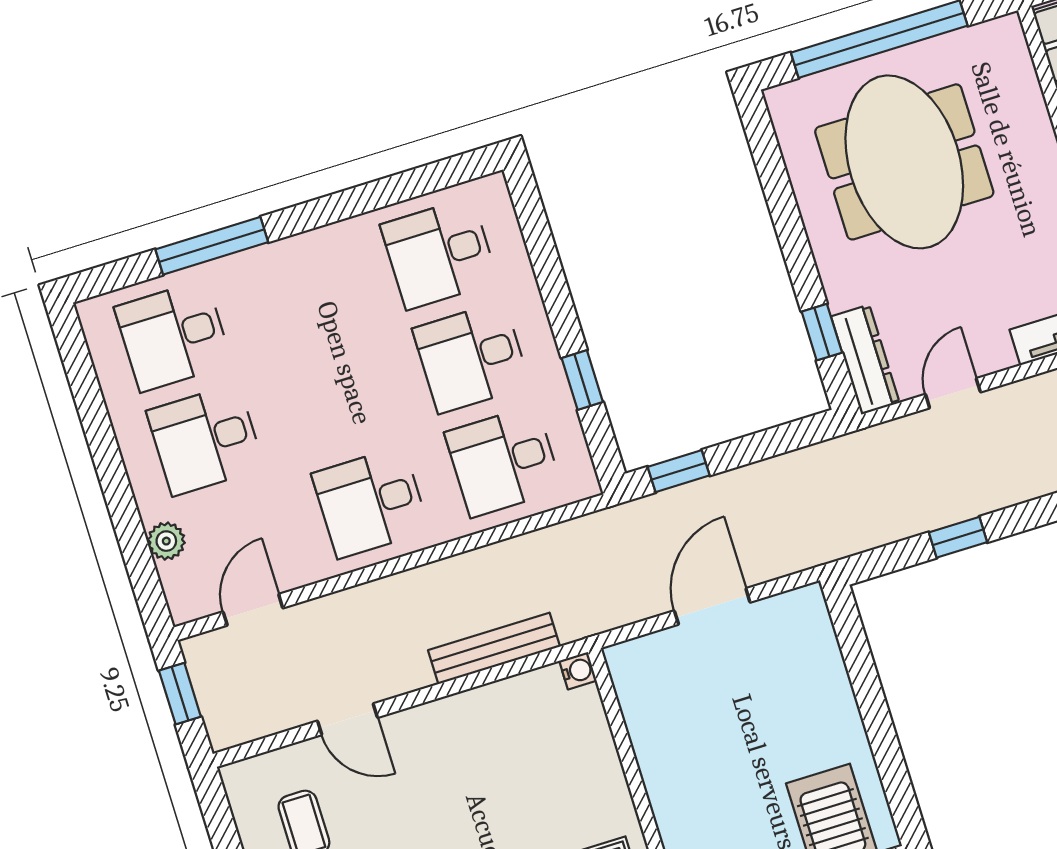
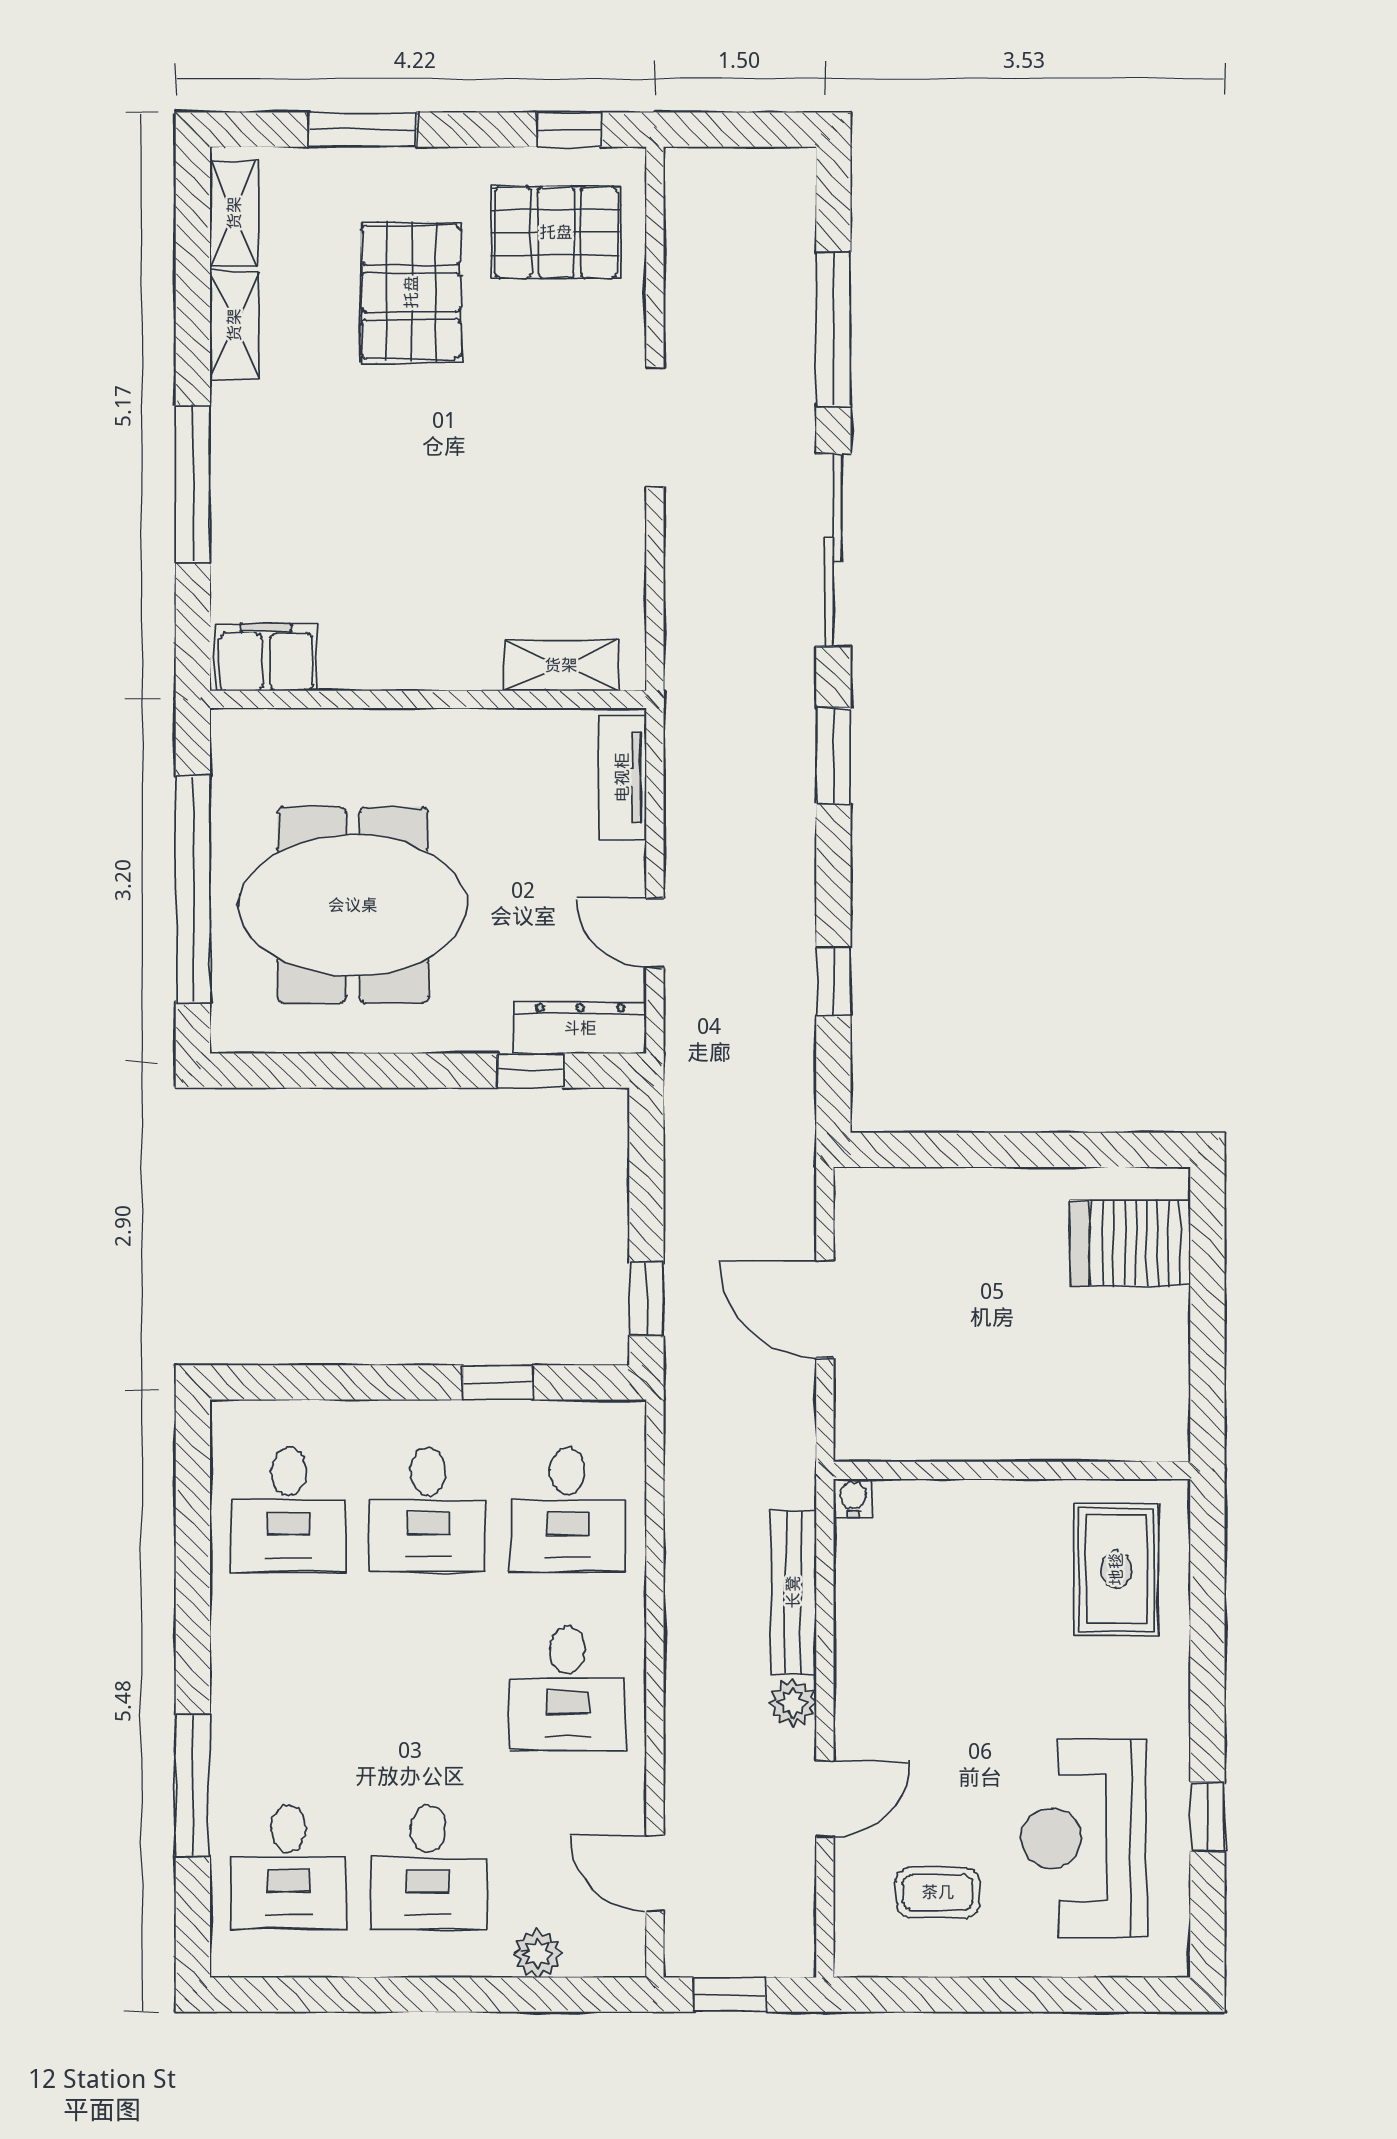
plant: (412, 673) -> (792, 1703), added

